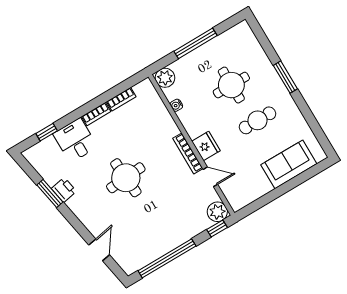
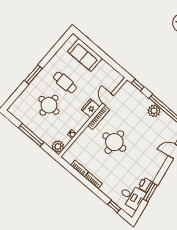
desk: (75, 140) -> (132, 197), moved, turned -100
round table: (126, 178) -> (114, 142), moved
plant: (217, 212) -> (154, 111), moved

